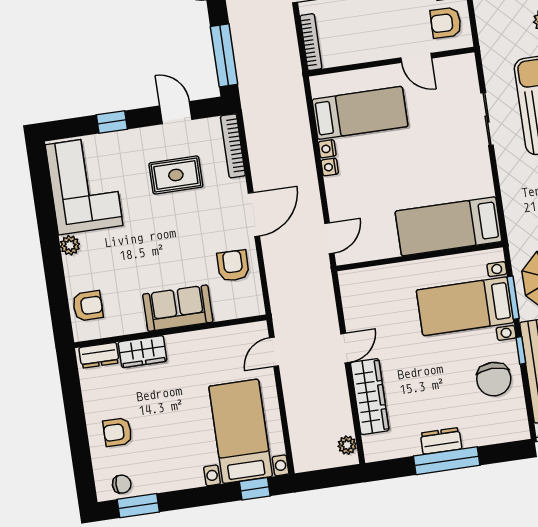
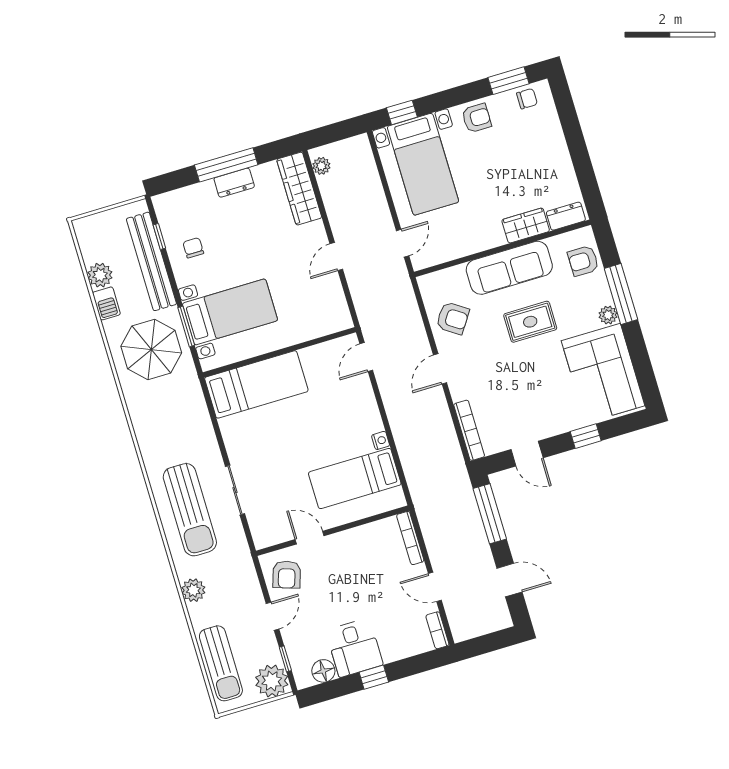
armchair: (446, 23) -> (287, 575), turned 107
nightstand: (330, 167) -> (376, 424), removed
rug: (176, 175) -> (530, 322), moved
door: (254, 215) -> (440, 369), width x0.73
window: (53, 265) -> (621, 294), added
armchair: (233, 266) -> (453, 318), turned -57
sofa: (178, 308) -> (509, 268), width x1.36
window: (521, 350) -> (159, 237), moved
chair: (494, 379) -> (193, 248), width x0.54, depth x0.54
wardrobe: (370, 397) -> (299, 189), moved
armchair: (118, 432) -> (477, 118), moved
chair: (122, 484) -> (527, 99), turned 180

